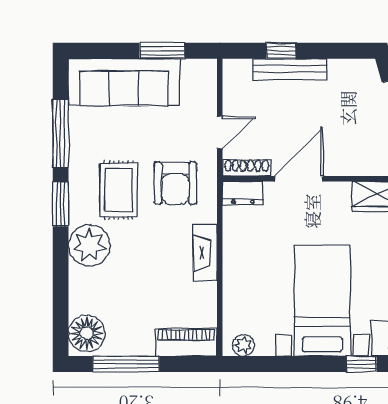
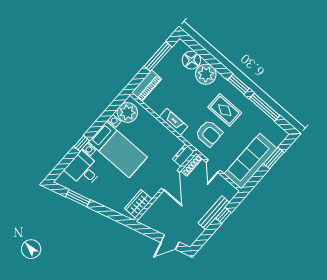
window: (162, 51) -> (274, 158), moved
sofa: (124, 82) -> (251, 161), moved
armchair: (175, 183) -> (209, 133), turned 180
plant: (89, 245) -> (206, 74), moved
floor lamp: (87, 333) -> (191, 60), moved
plant: (243, 345) -> (127, 113), width x1.88, depth x1.88

